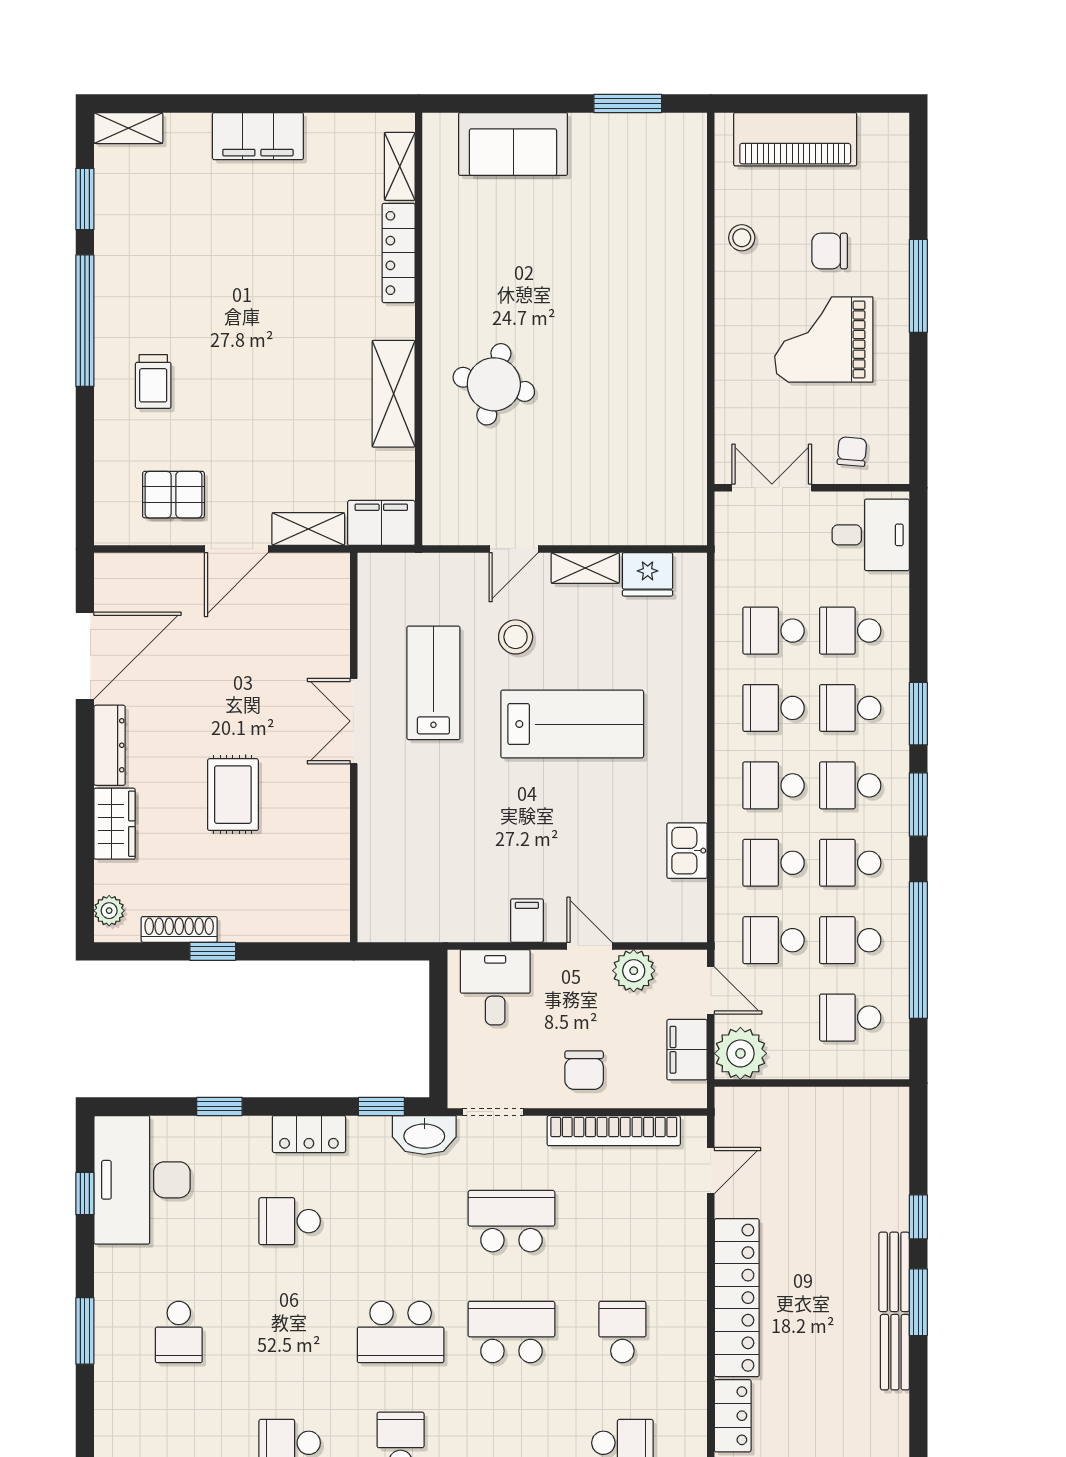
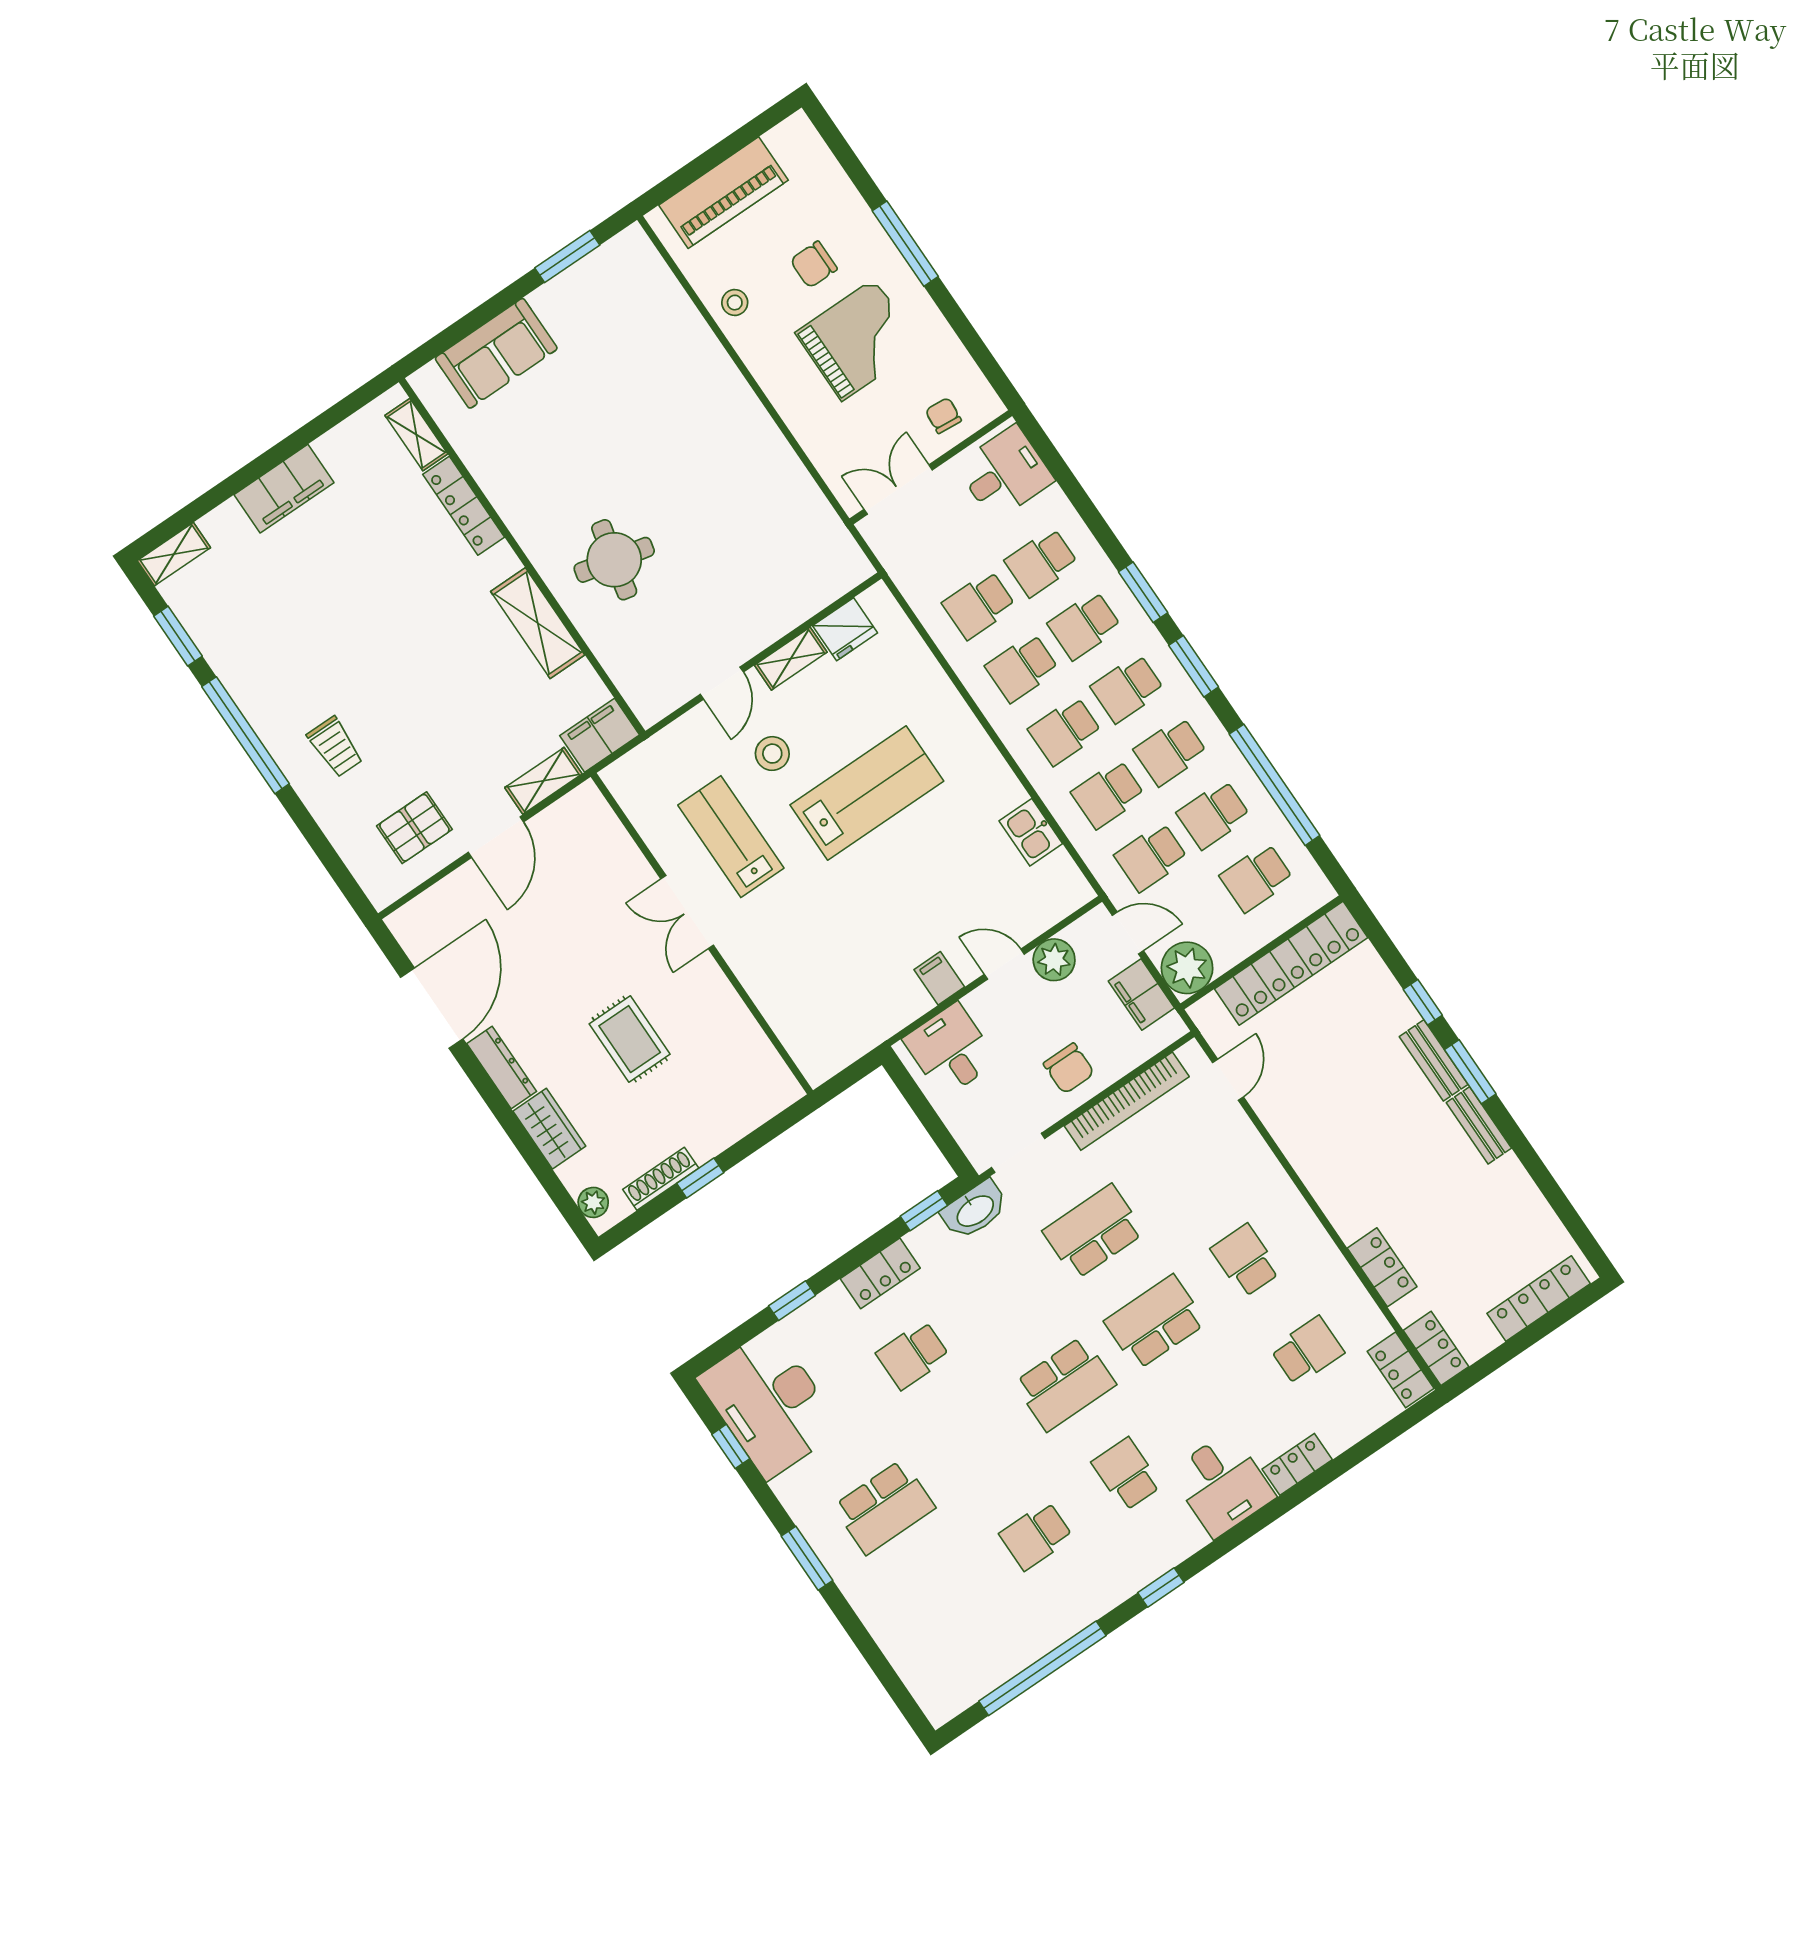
grand piano: (824, 339) -> (858, 340), turned 180
locker: (737, 1298) -> (1291, 963), moved, turned 90
school desk: (179, 1332) -> (884, 1507), width x1.85

